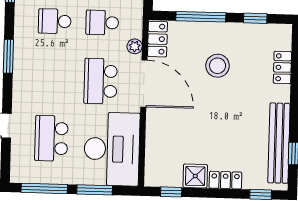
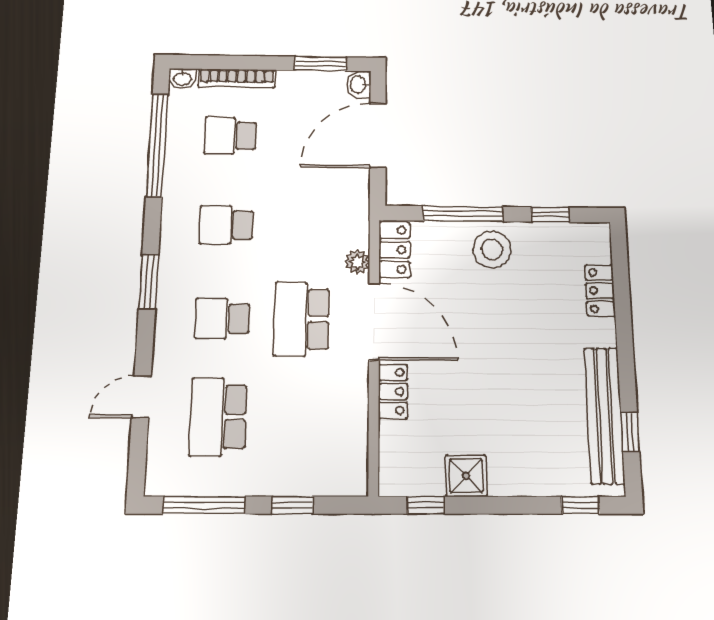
school desk: (102, 23) -> (222, 318), moved
stool: (218, 66) -> (492, 249), moved
desk: (112, 149) -> (322, 433), removed
locker: (225, 180) -> (393, 391), moved, turned 90
window: (95, 190) -> (292, 505), width x0.67

